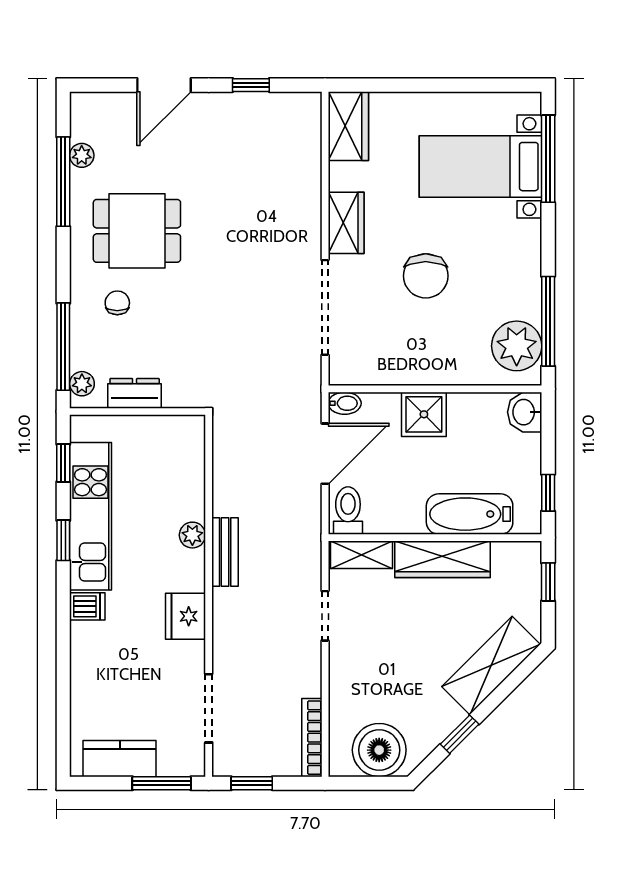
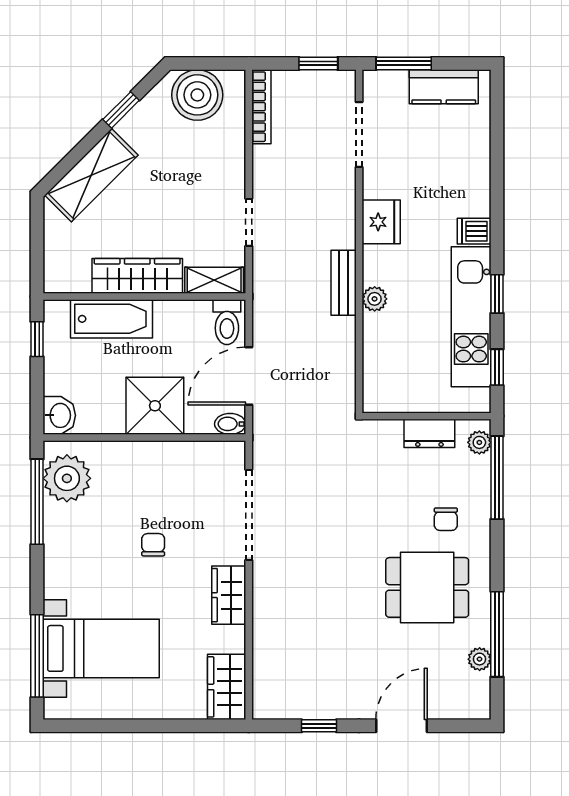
chair: (426, 276) -> (153, 545), width x0.54, depth x0.54
shower: (424, 414) -> (155, 406), width x1.36, depth x1.36
window: (548, 582) -> (37, 254), removed

